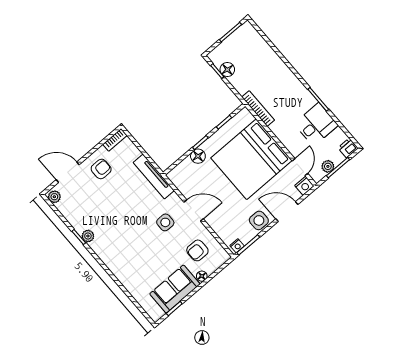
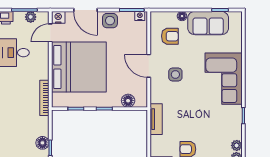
floor lamp: (198, 156) -> (128, 101), moved
tv unit: (154, 177) -> (156, 119), width x0.71
plant: (88, 236) -> (237, 145), moved
corner sofa: (122, 254) -> (224, 79), added

